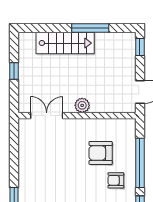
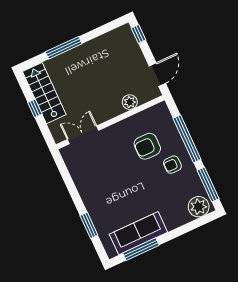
window: (90, 28) -> (64, 48), moved
stairs: (65, 43) -> (44, 93), moved, turned -90
plant: (82, 105) -> (130, 102), moved

